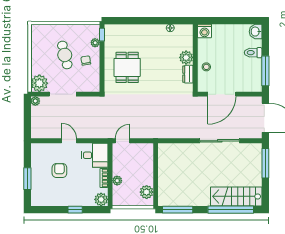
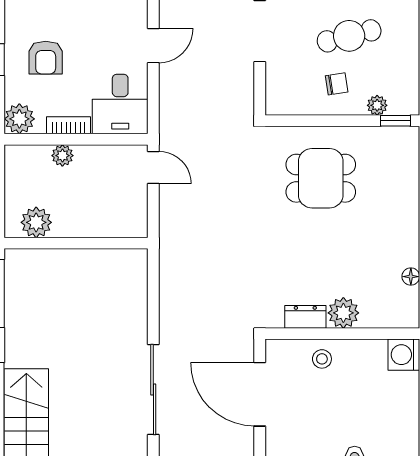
armchair: (59, 171) -> (46, 58), moved, turned 90

